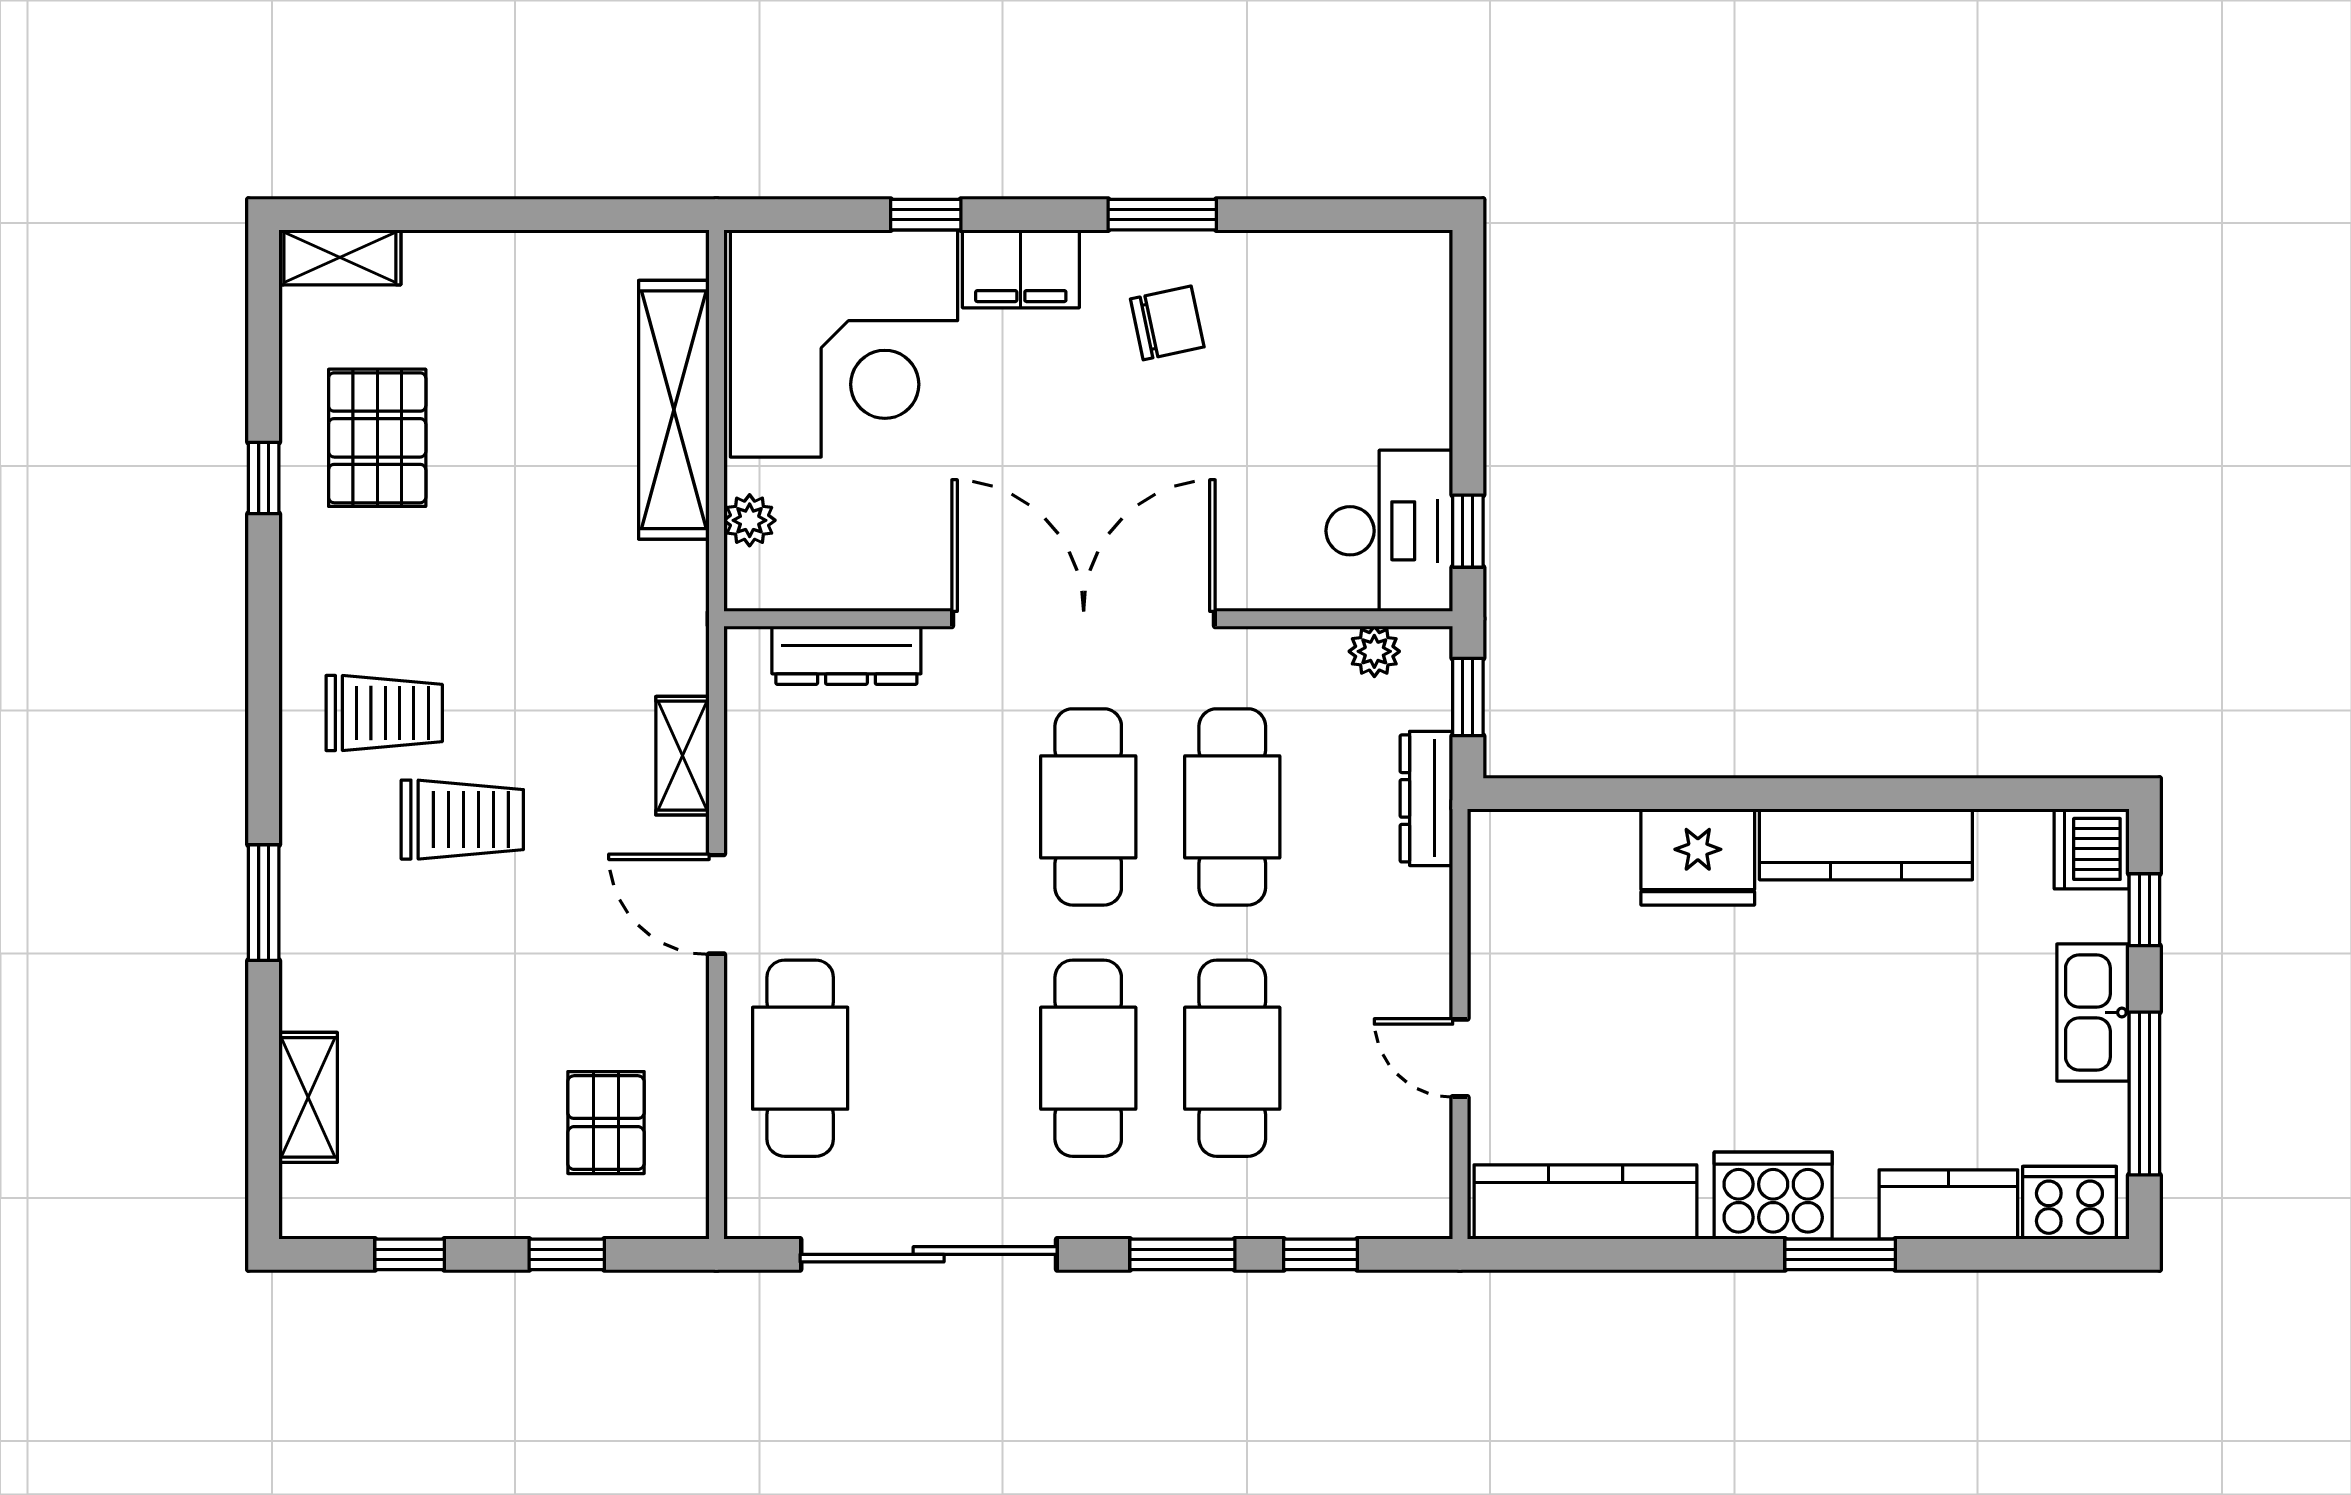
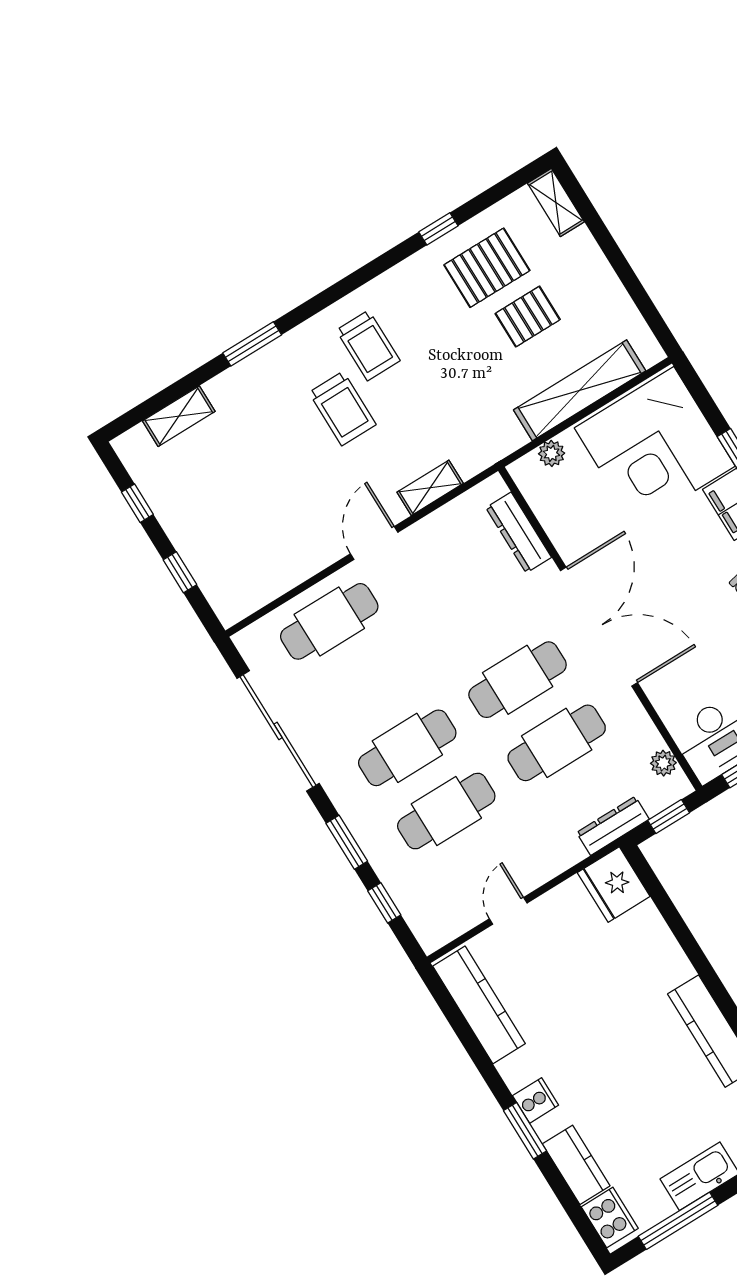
fridge: (1698, 857) -> (614, 885), moved
pallet: (606, 1123) -> (528, 317), moved
cooker: (1773, 1196) -> (536, 1100), width x0.53, depth x0.76

